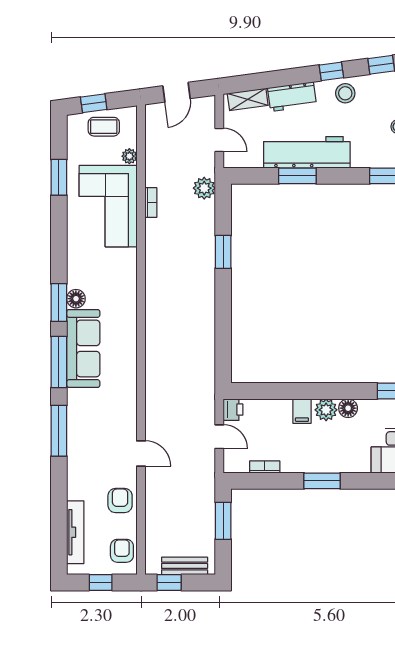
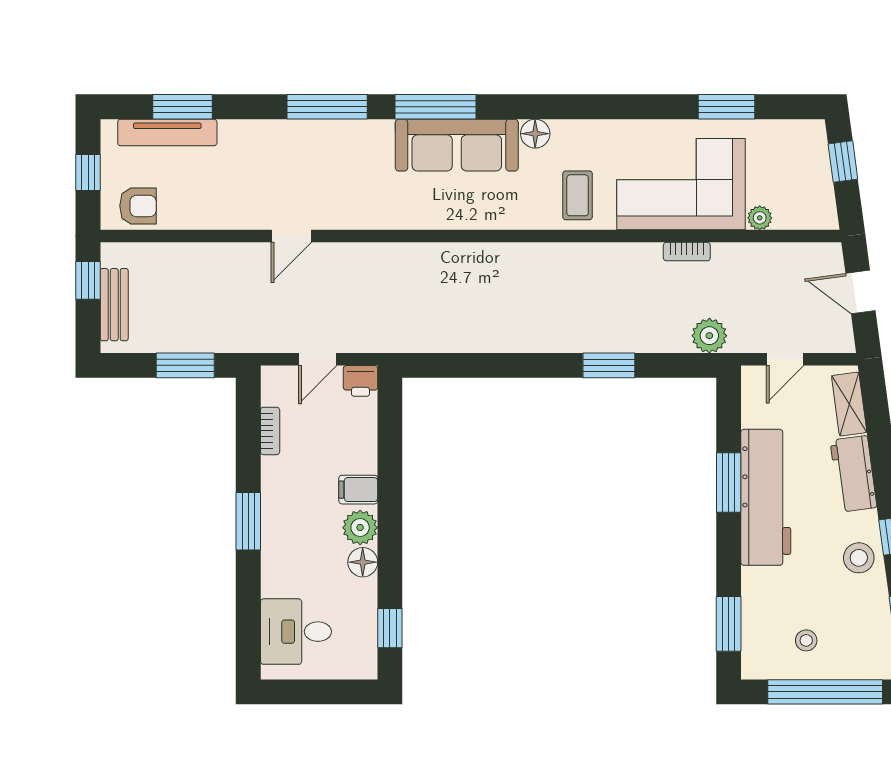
coffee table: (104, 127) -> (578, 195), moved
window: (59, 302) -> (182, 107), moved
armchair: (120, 501) -> (217, 203), removed

